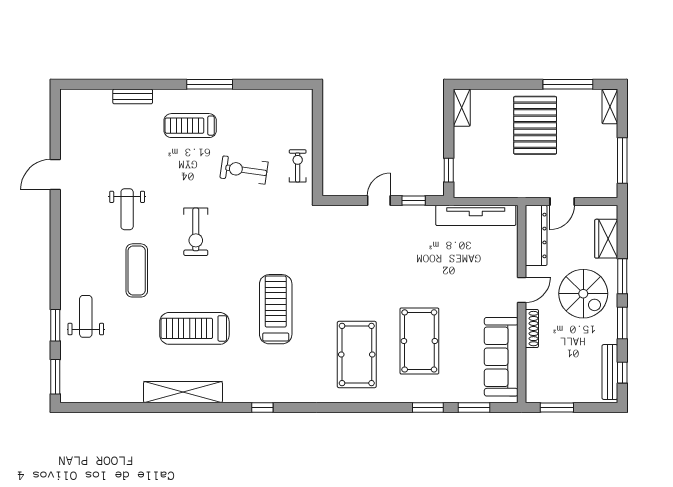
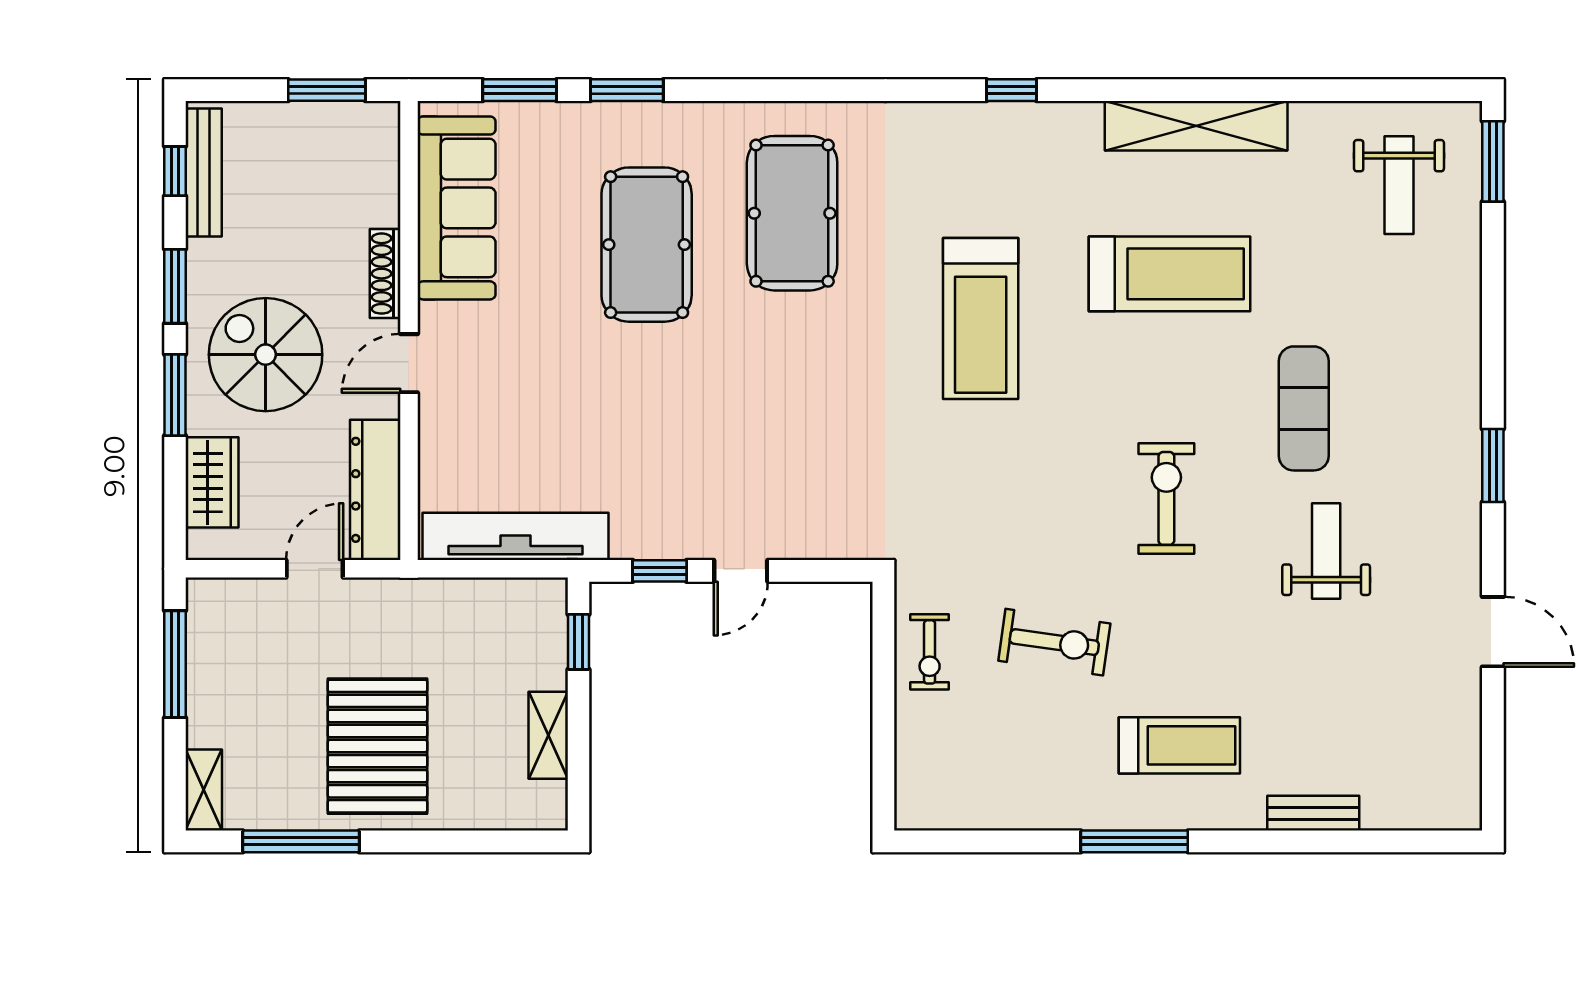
shelving: (462, 108) -> (548, 735), moved
door: (55, 174) -> (1493, 632), hinge flipped
weight bench: (86, 316) -> (1399, 185), moved
window: (55, 325) -> (1493, 466), moved

